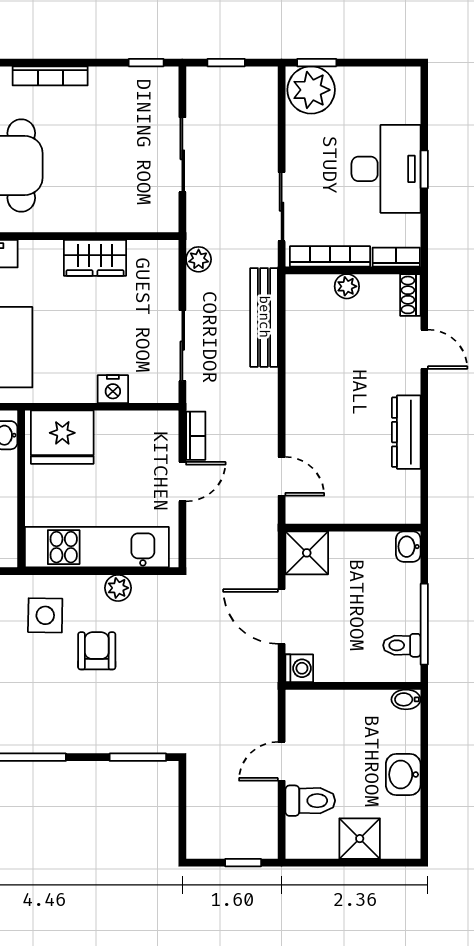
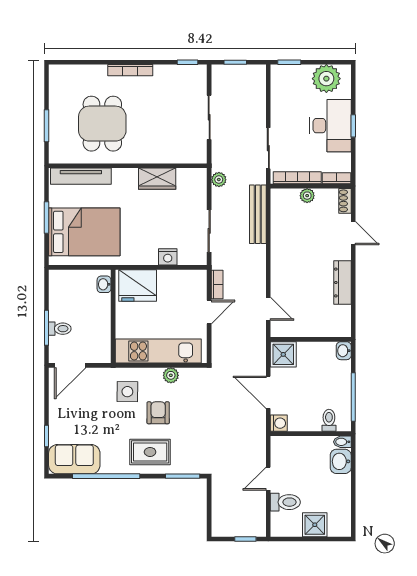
plant: (311, 90) -> (326, 79), moved
toilet: (402, 645) -> (329, 420), moved, turned 90
rug: (83, 717) -> (150, 452), added
washbasin: (403, 775) -> (341, 461), moved

